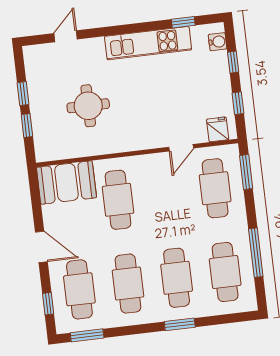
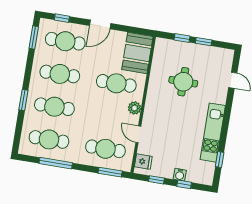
water cooler: (218, 42) -> (180, 175), moved
plant: (145, 164) -> (135, 108), added

